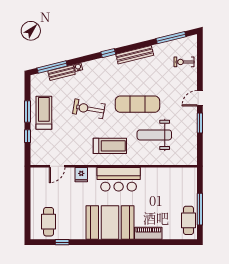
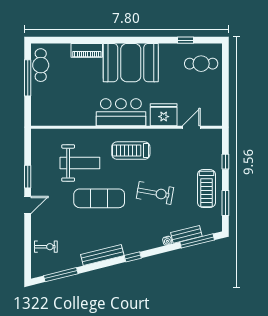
window: (27, 112) -> (225, 203), moved
fridge: (81, 175) -> (164, 115), width x1.88, depth x1.34
cafe table: (49, 222) -> (201, 64), turned 90

